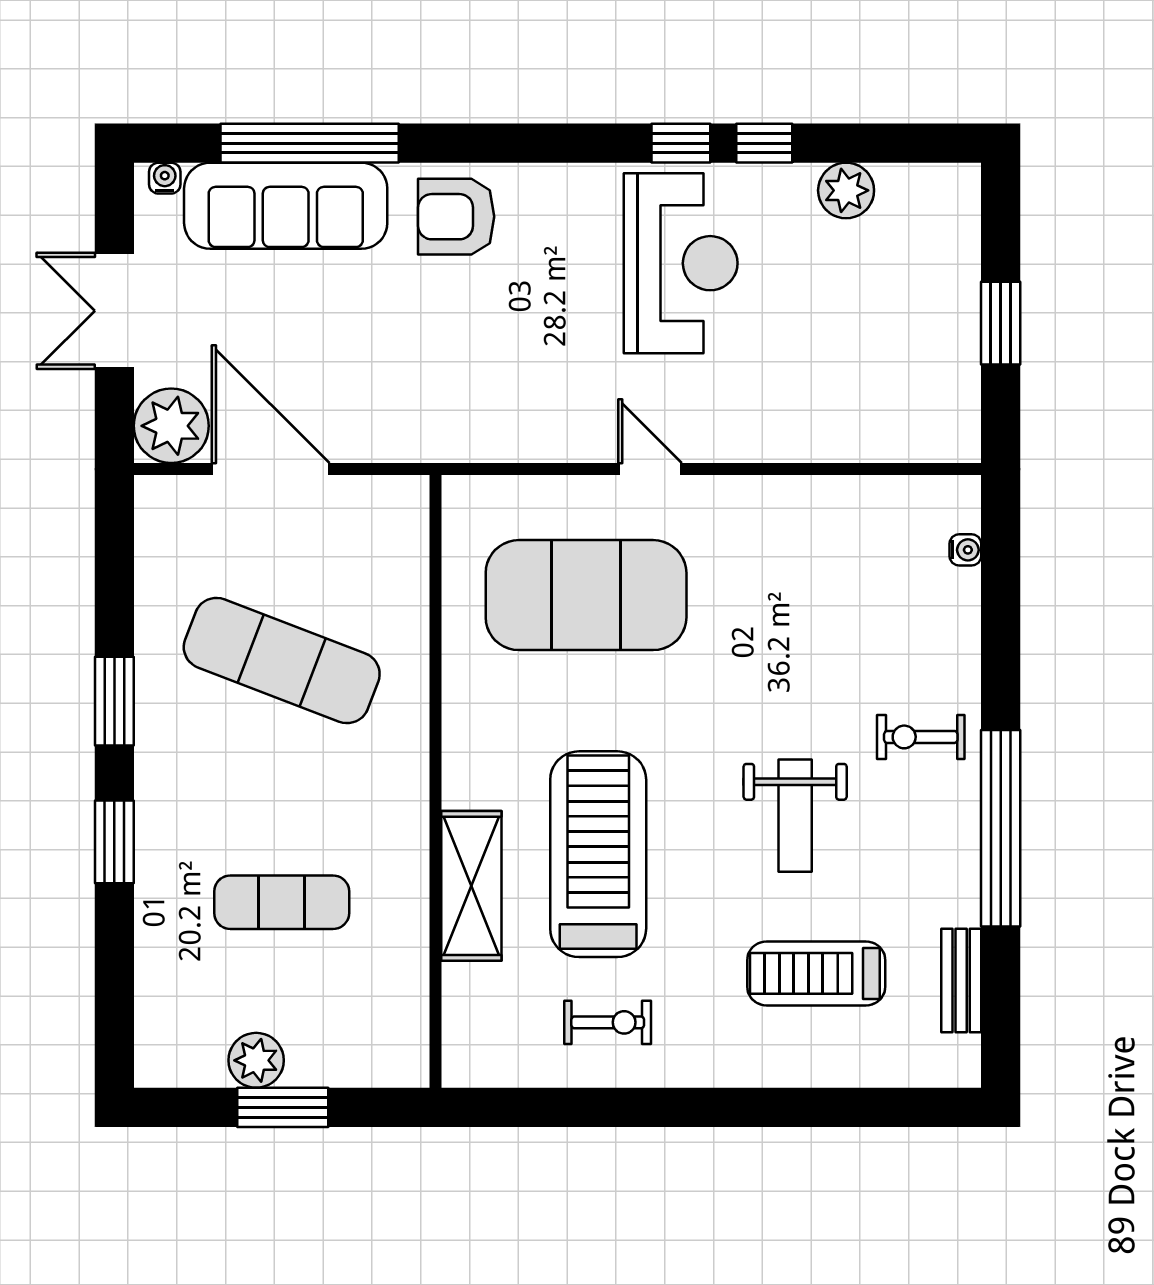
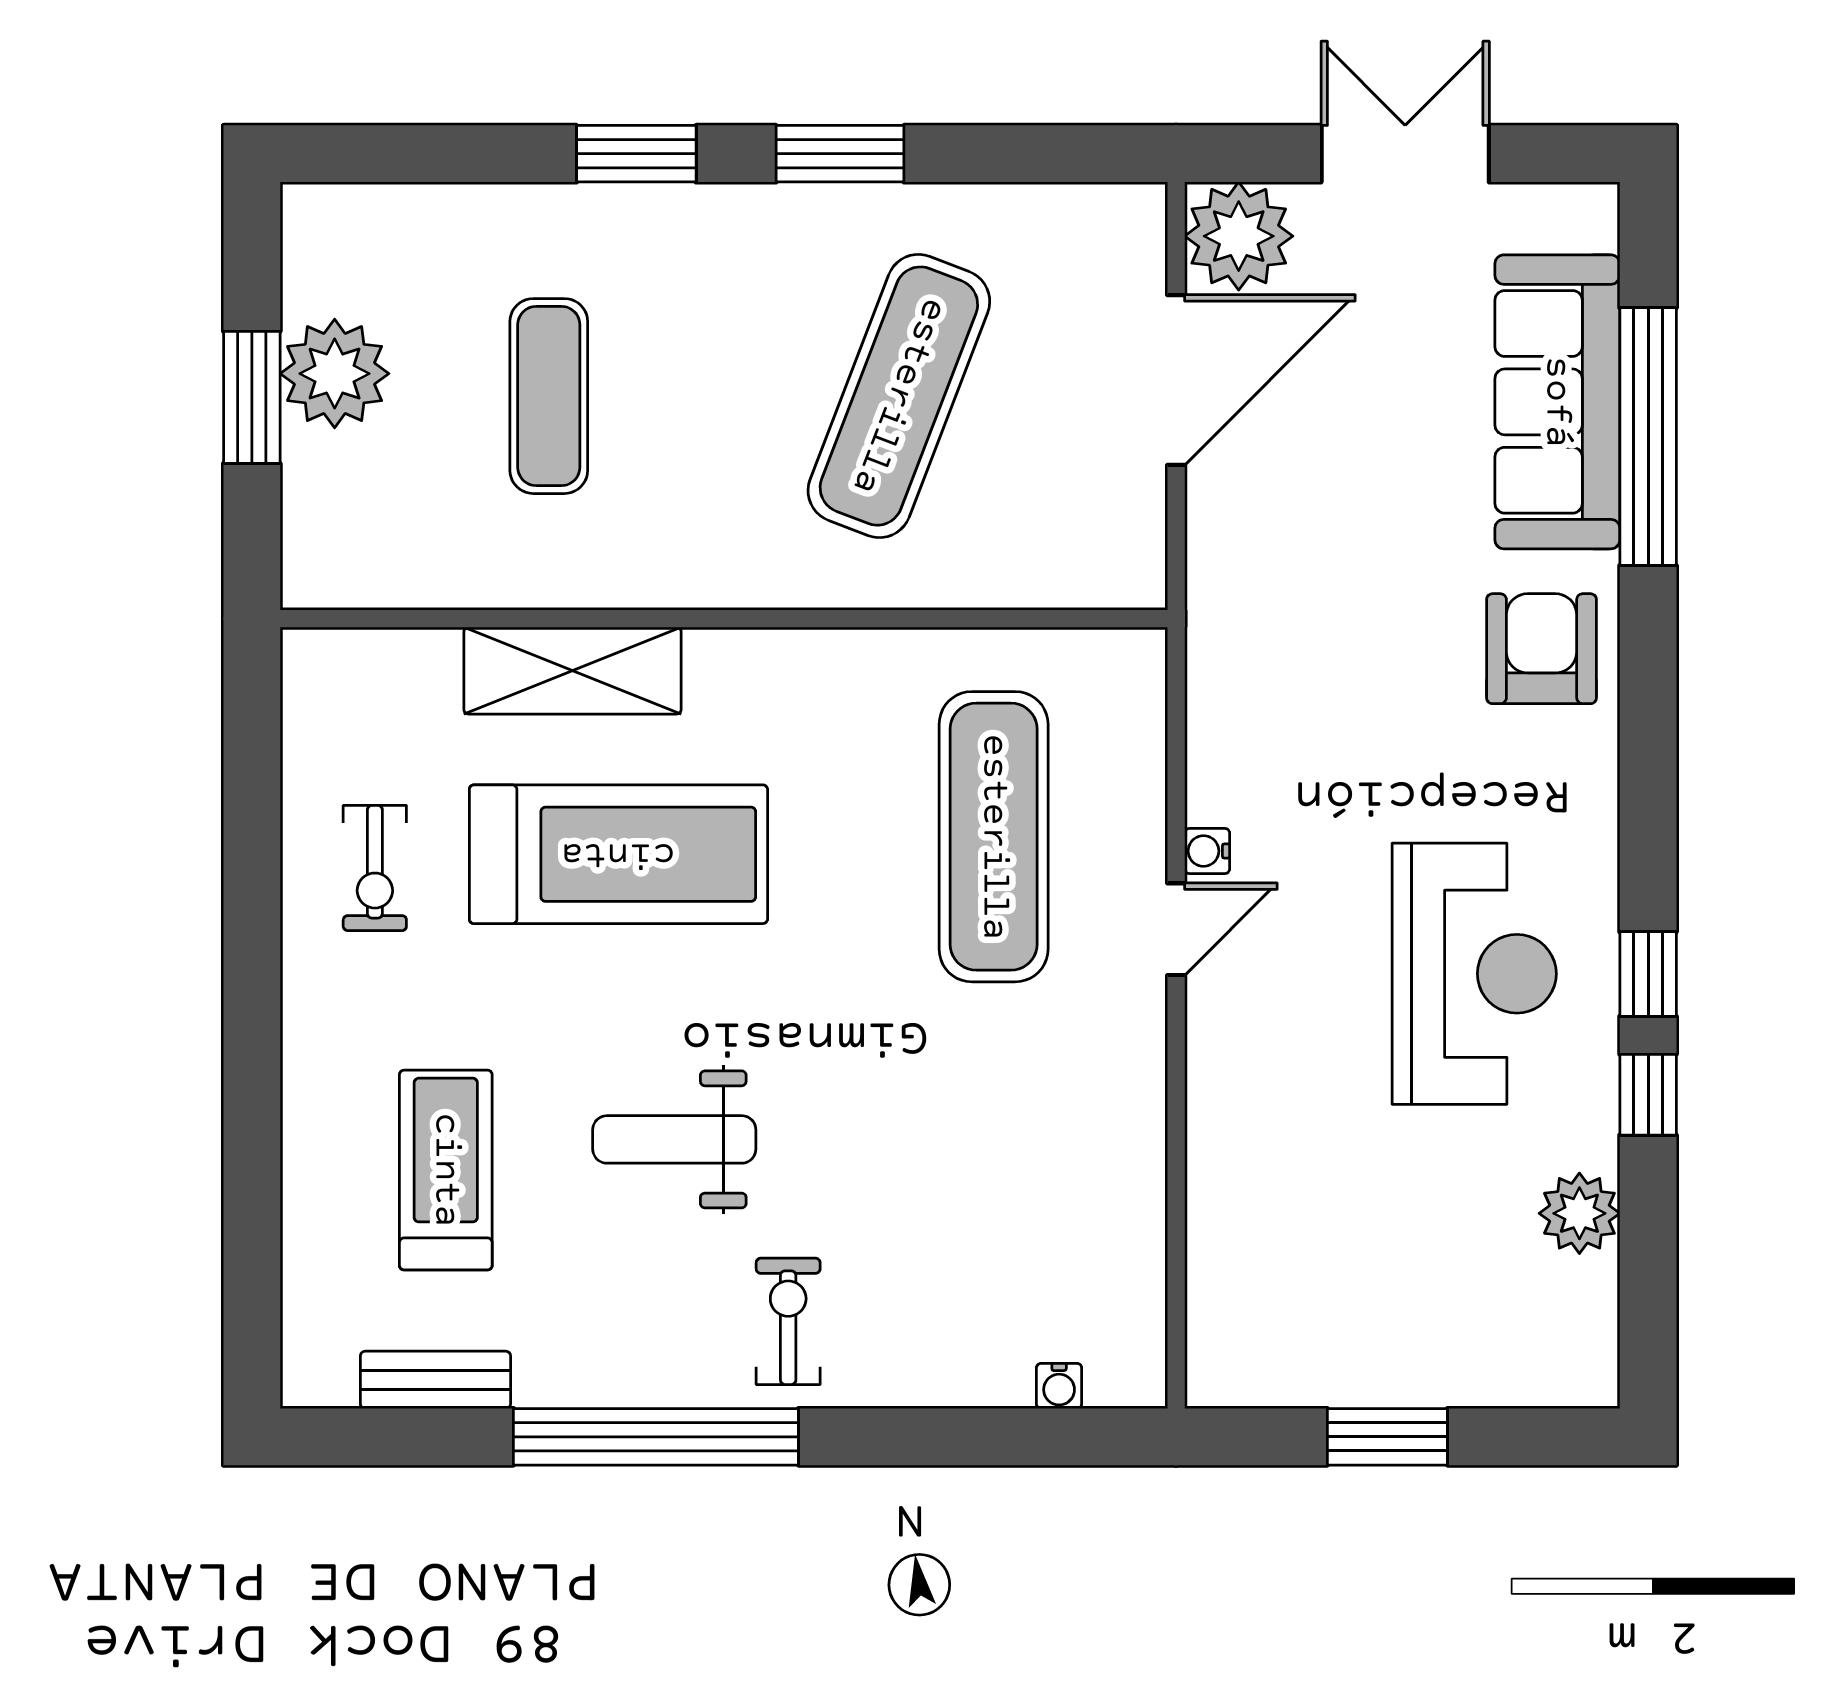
water cooler: (165, 178) -> (1207, 851), moved, turned 180
reception desk: (681, 263) -> (1474, 974), turned -90
exercise mat: (586, 595) -> (994, 837), width x0.68
plant: (256, 1060) -> (335, 374), width x1.36, depth x1.36

